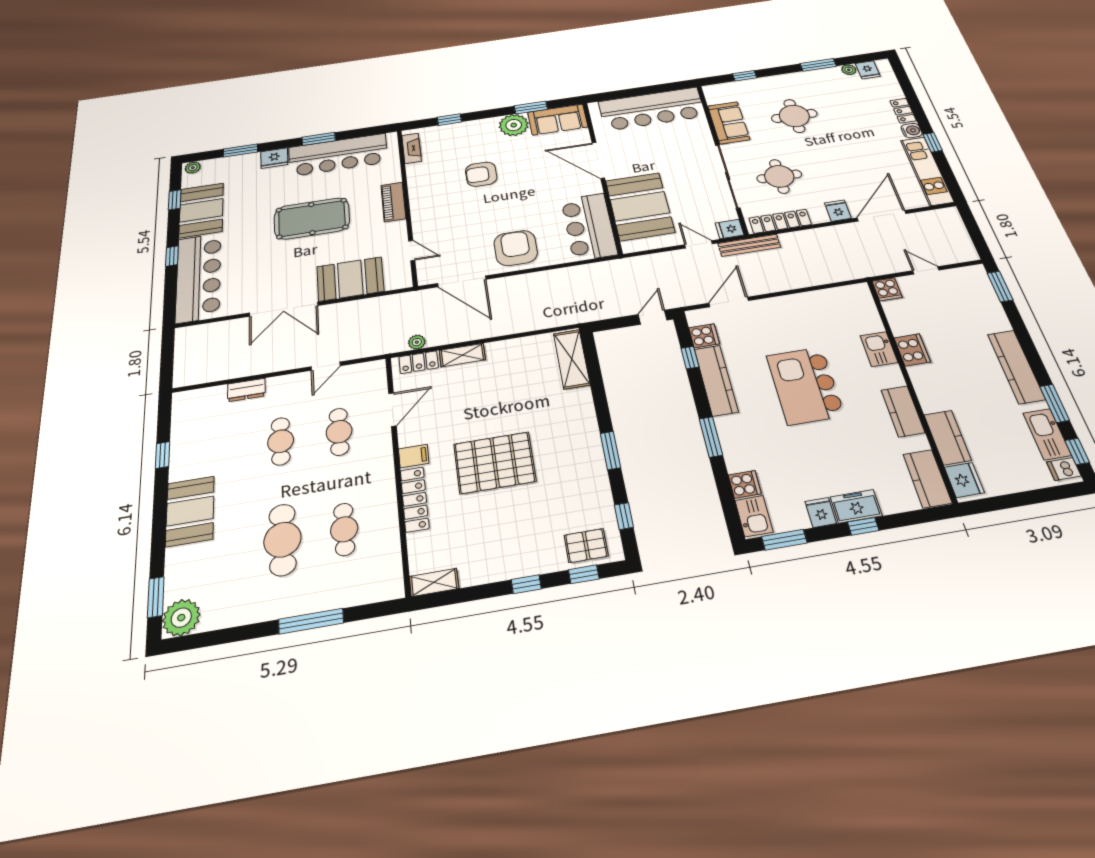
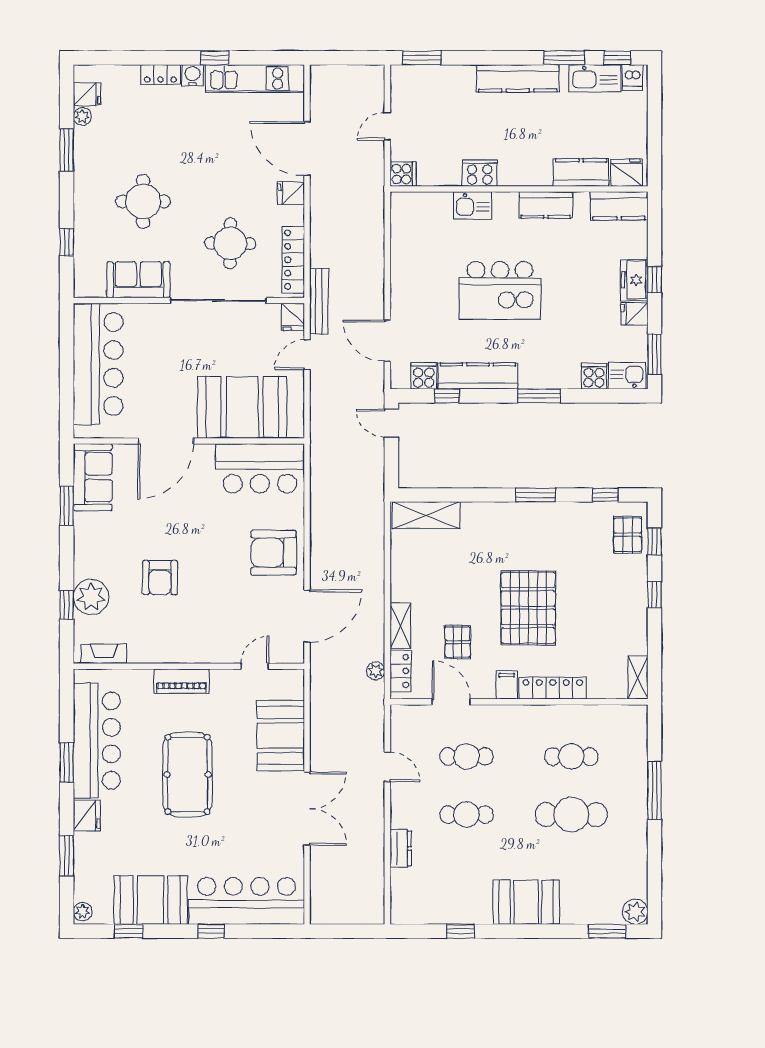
plant: (514, 125) -> (91, 597), moved
pallet: (452, 406) -> (458, 642), added
plant: (181, 618) -> (635, 912), width x0.73, depth x0.73

